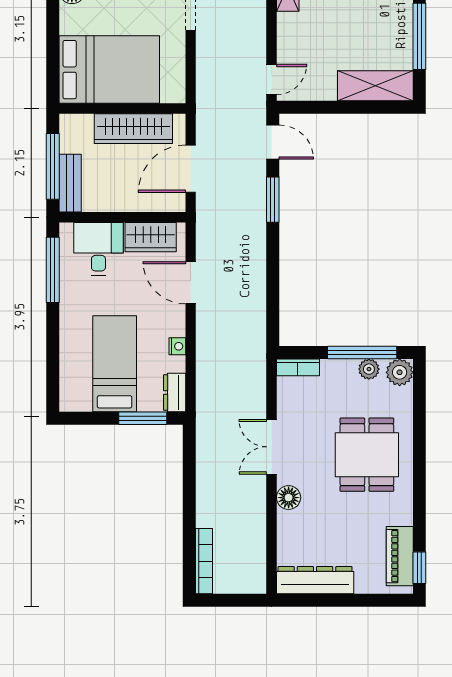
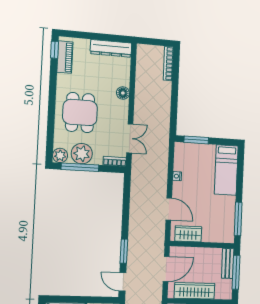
desk: (98, 249) -> (215, 229), removed
bed: (115, 364) -> (226, 170), moved
plant: (369, 369) -> (82, 154), width x1.88, depth x1.88
dresser: (175, 392) -> (180, 152), removed
double door: (271, 447) -> (130, 138), moved

